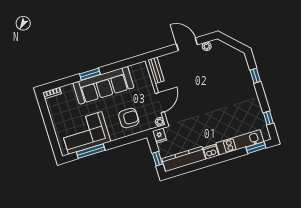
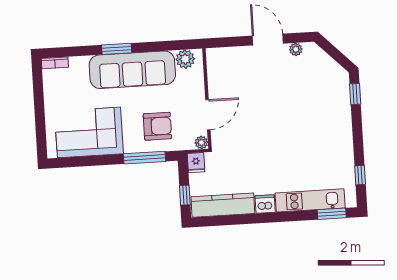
plant: (136, 70) -> (185, 59), added
bench: (156, 70) -> (214, 67), removed
window: (255, 76) -> (355, 94), moved
window: (91, 151) -> (145, 158), moved

